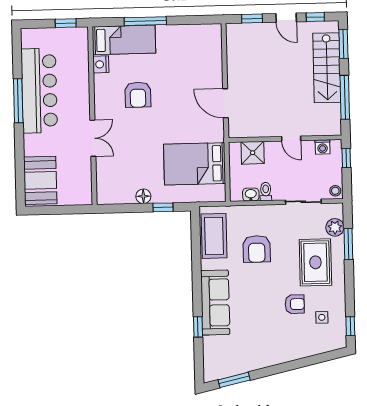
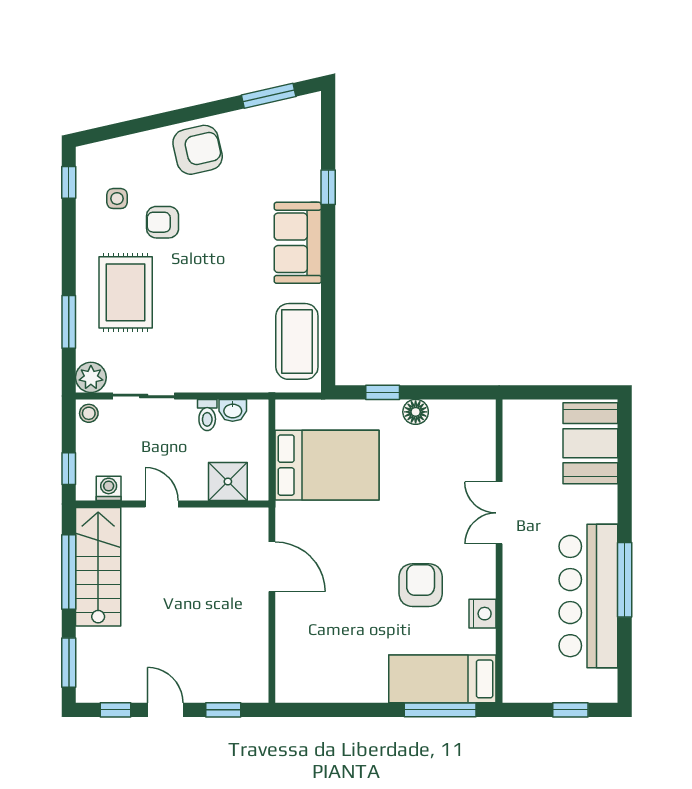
window: (145, 21) -> (440, 710), moved
window: (66, 23) -> (570, 710), moved
nightstand: (101, 64) -> (482, 614), moved
stairs: (327, 68) -> (98, 567), moved
plant: (335, 227) -> (91, 377), moved
armchair: (257, 249) -> (198, 150), moved, turned 77
sofa: (215, 303) -> (298, 243), width x0.73

